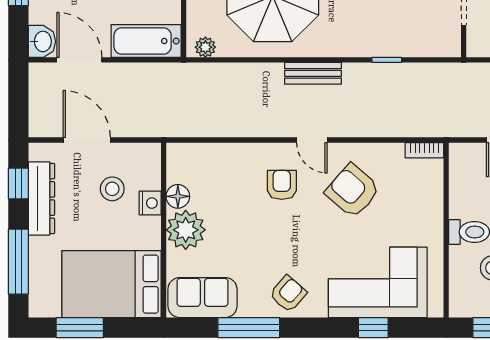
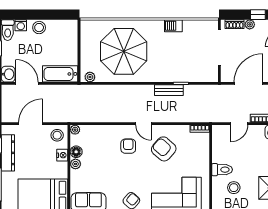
bench: (313, 73) -> (169, 90), moved
door: (87, 140) -> (31, 124), hinge flipped
plant: (176, 152) -> (75, 130), added
stool: (112, 189) -> (57, 135), moved
plant: (186, 230) -> (75, 164), width x0.53, depth x0.53

